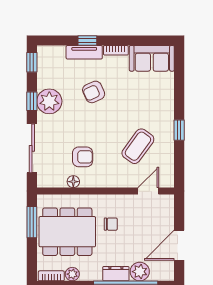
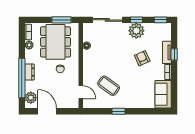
armchair: (83, 157) -> (102, 51), removed
plant: (140, 272) -> (31, 98), moved

